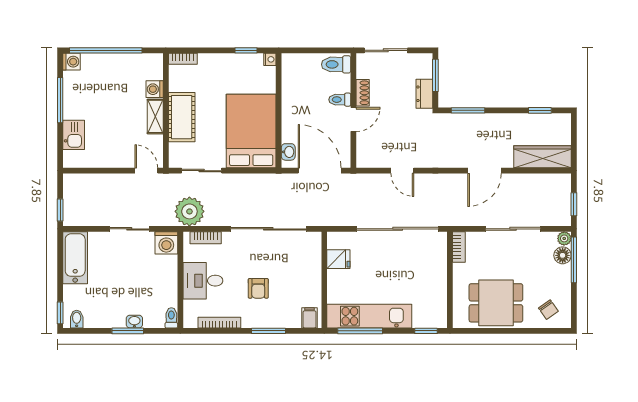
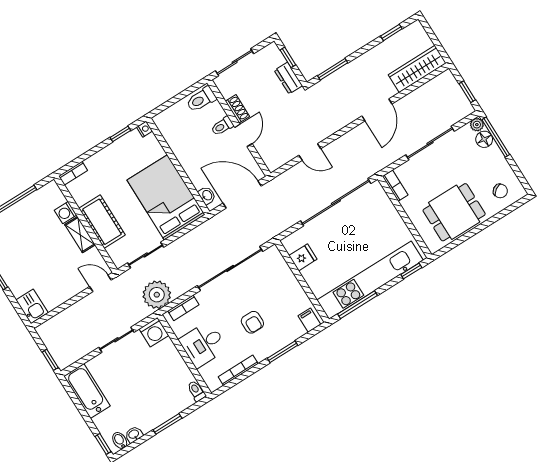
window: (435, 75) -> (288, 57), width x0.67
kitchen sink: (74, 135) -> (32, 306), moved
kitchen unit: (369, 316) -> (370, 280), width x1.36
washbasin: (134, 322) -> (134, 434), moved

